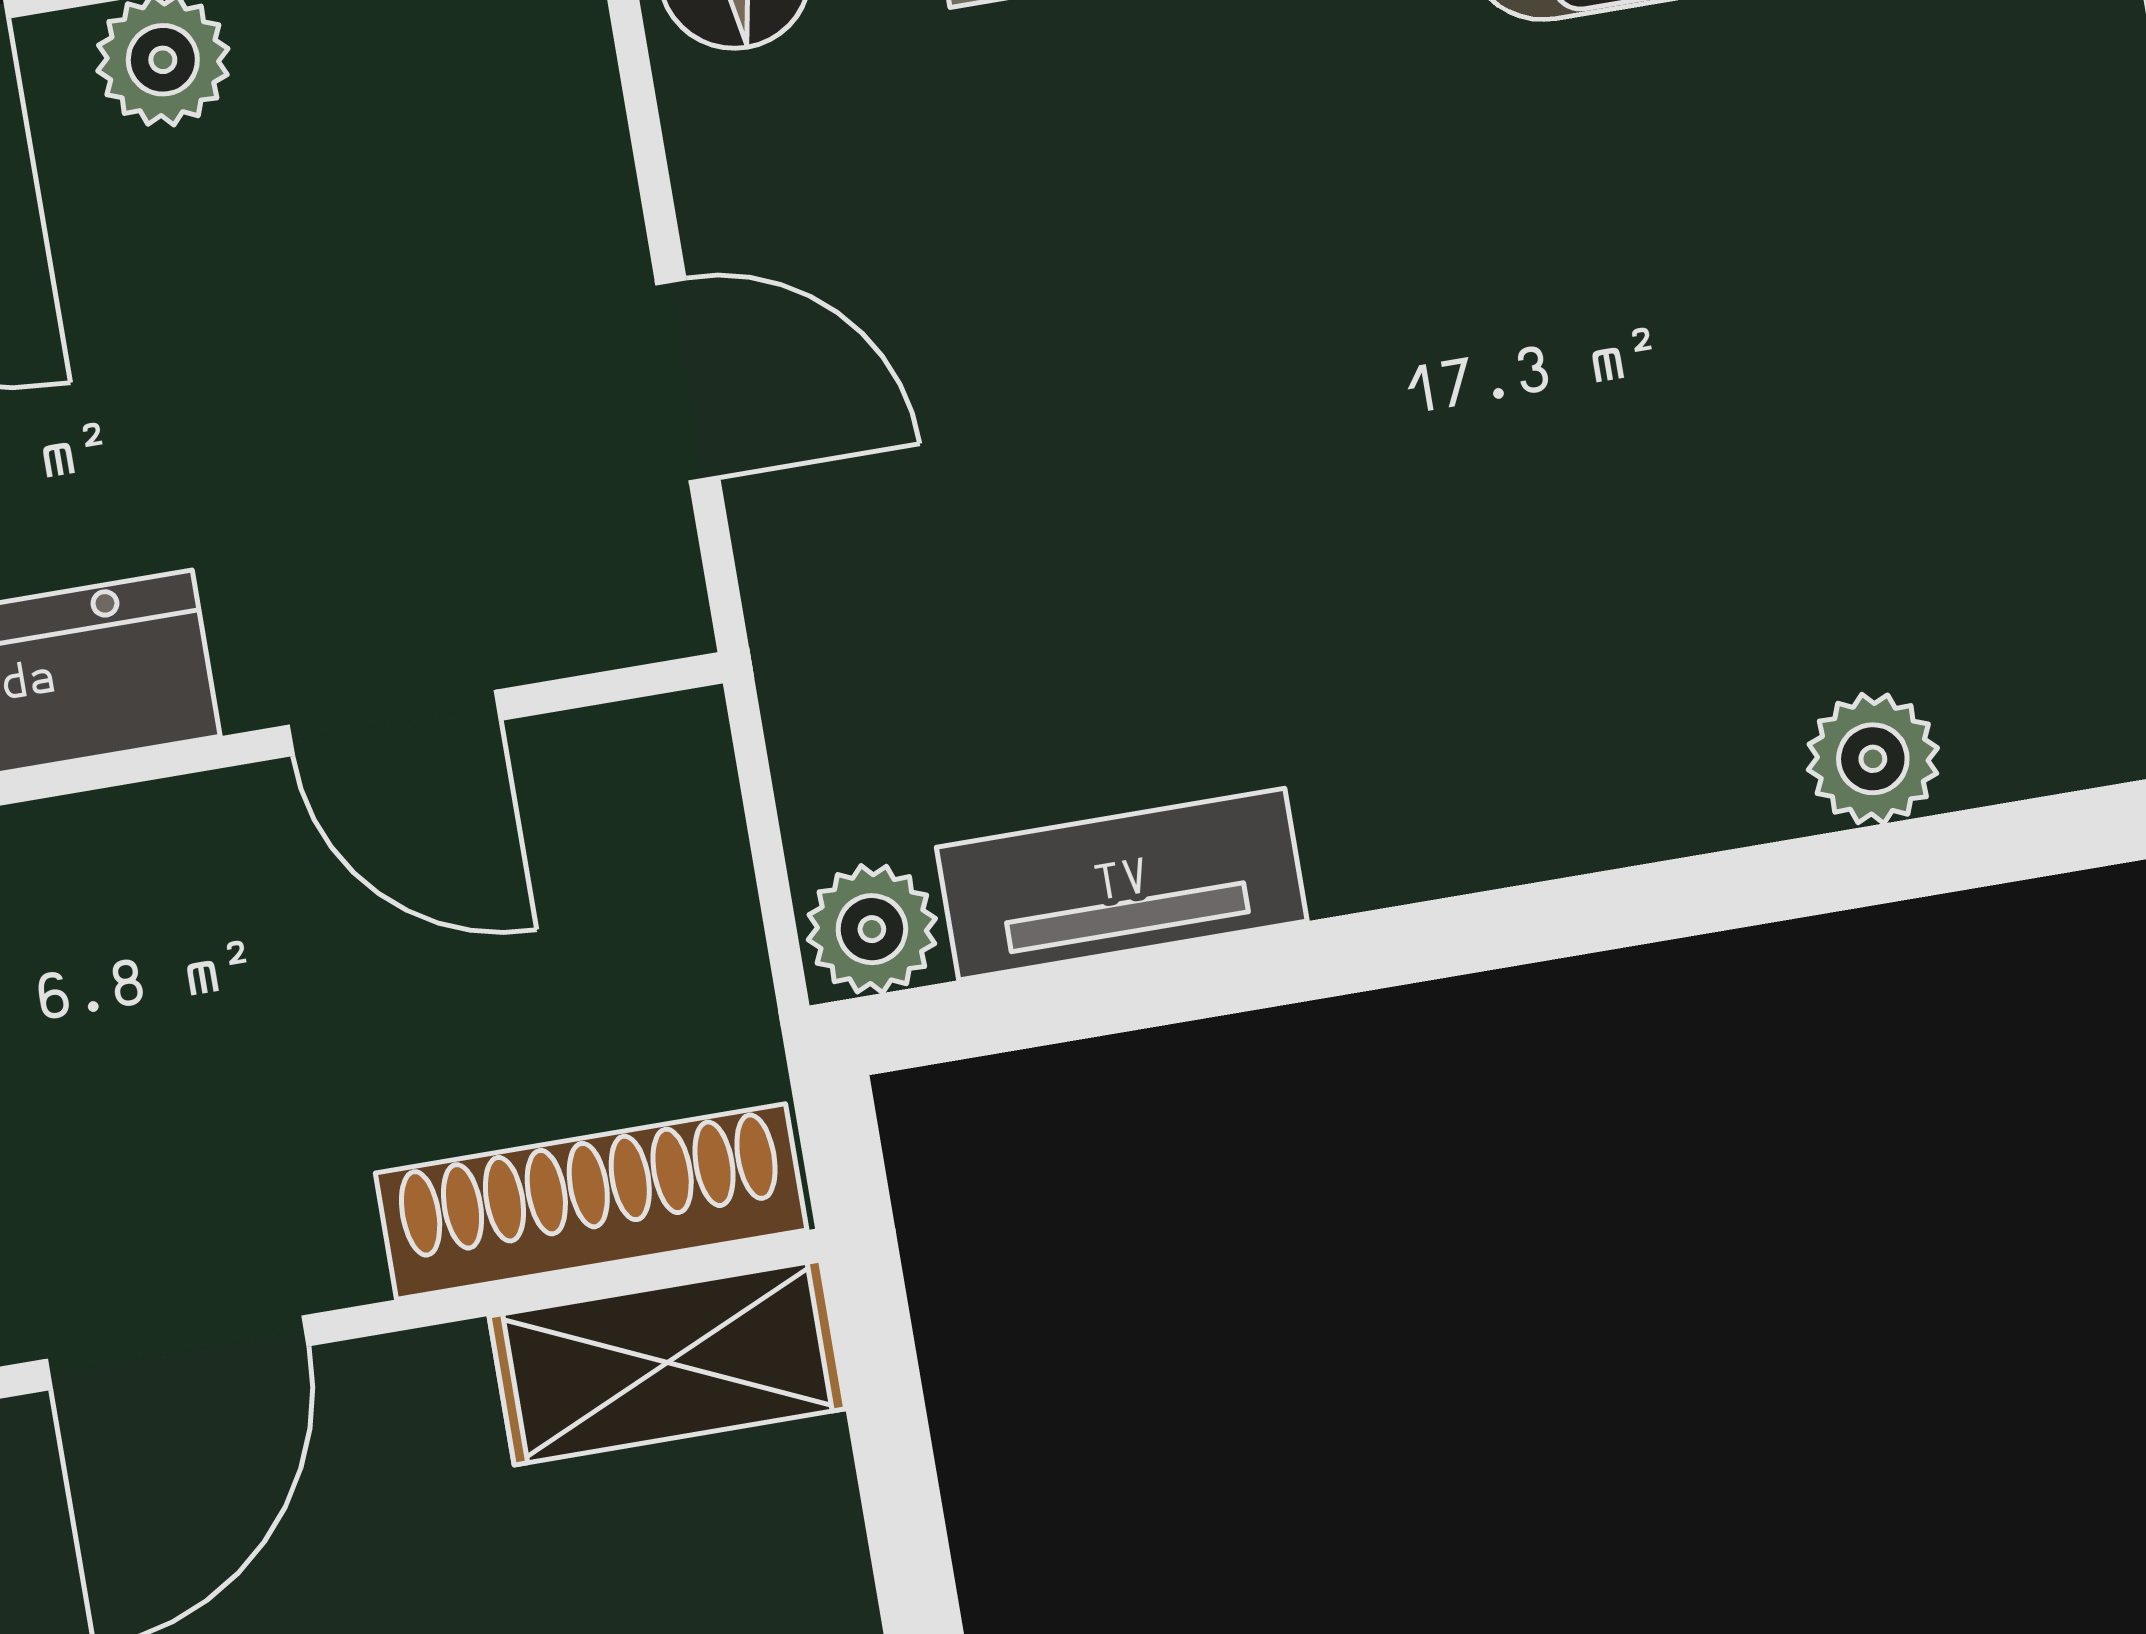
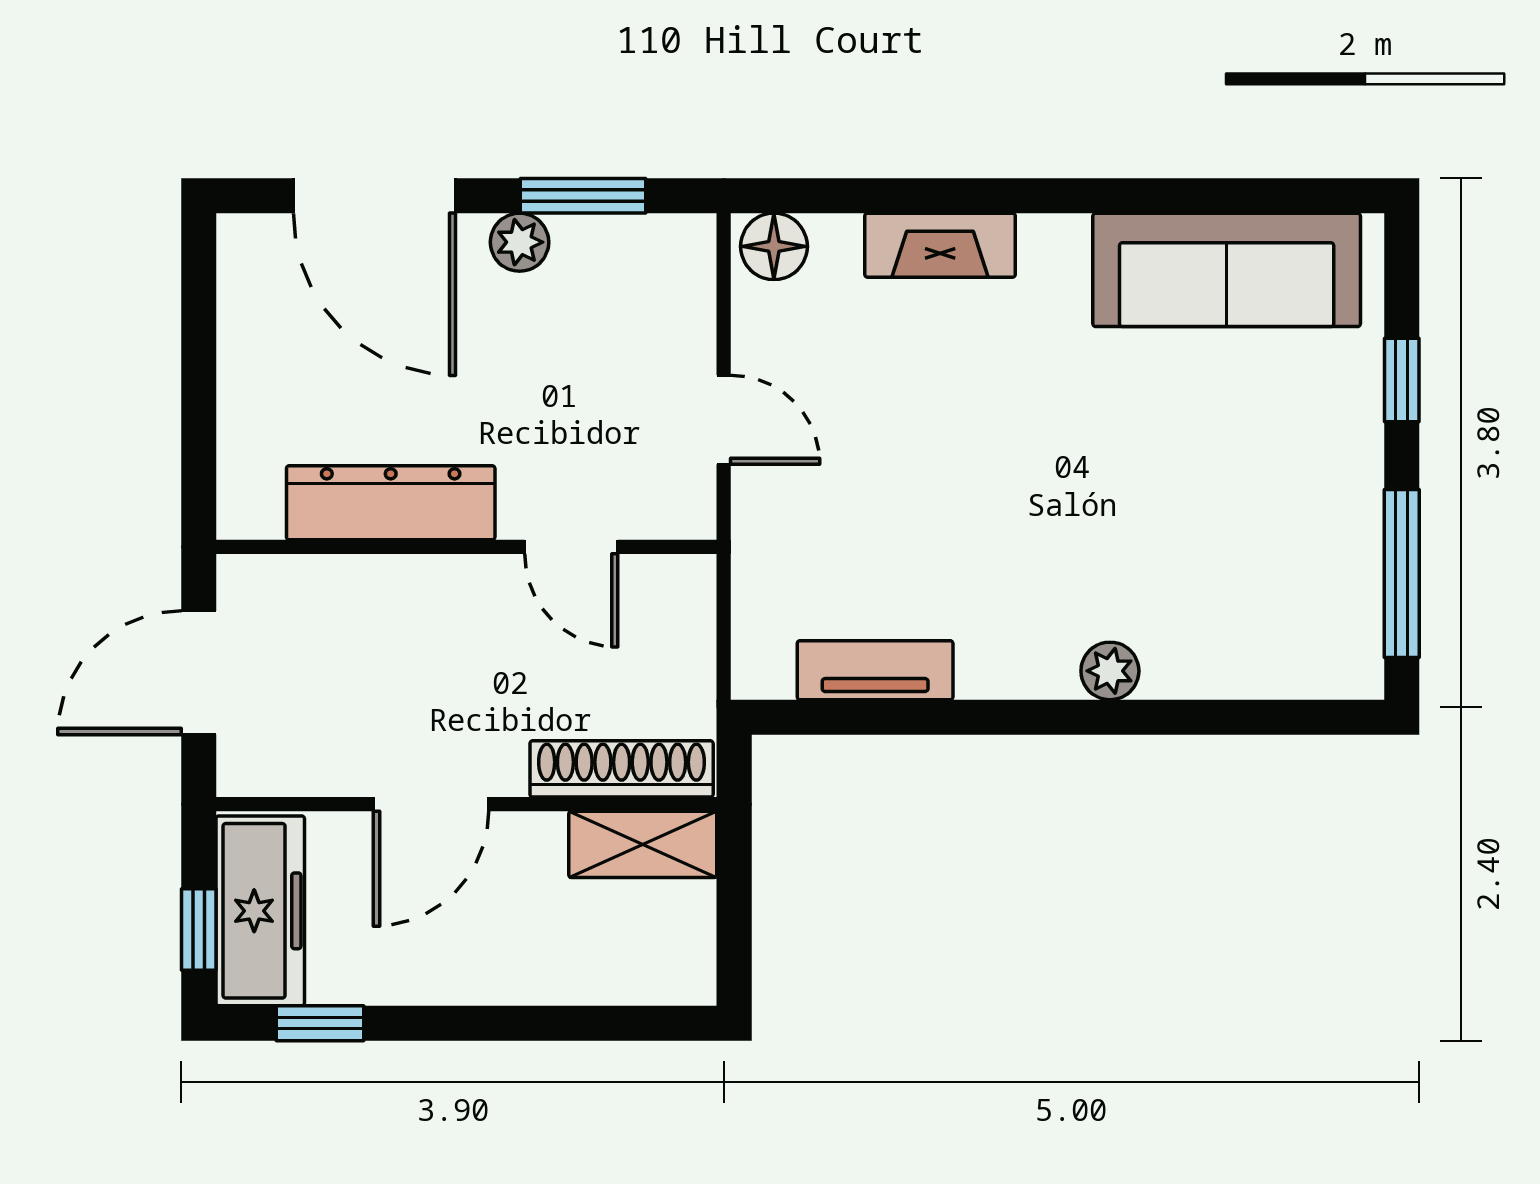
plant: (1873, 759) -> (1110, 671), moved
plant: (872, 929) -> (763, 671), removed

